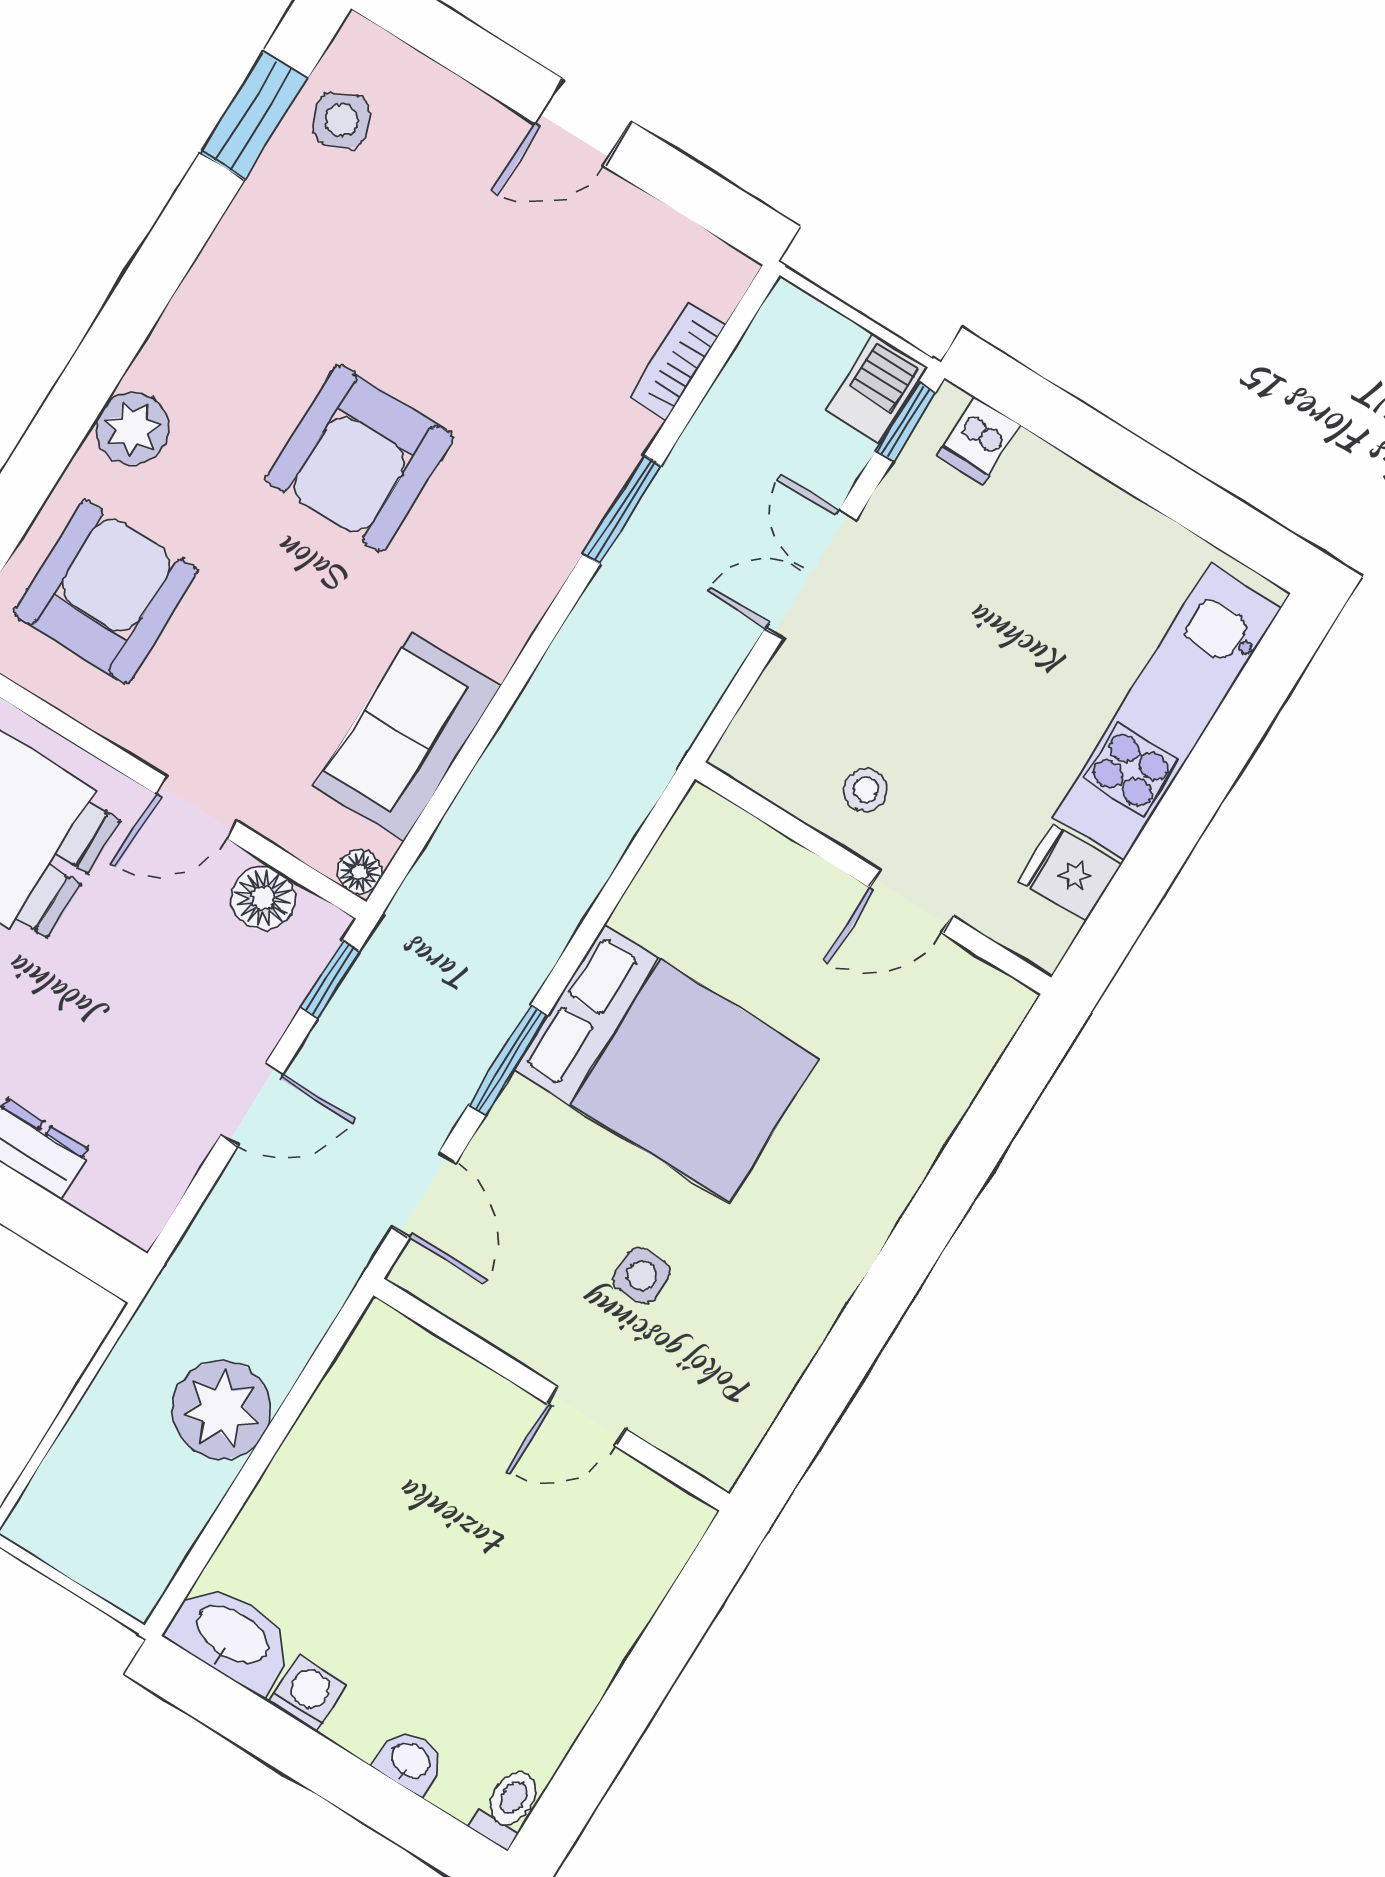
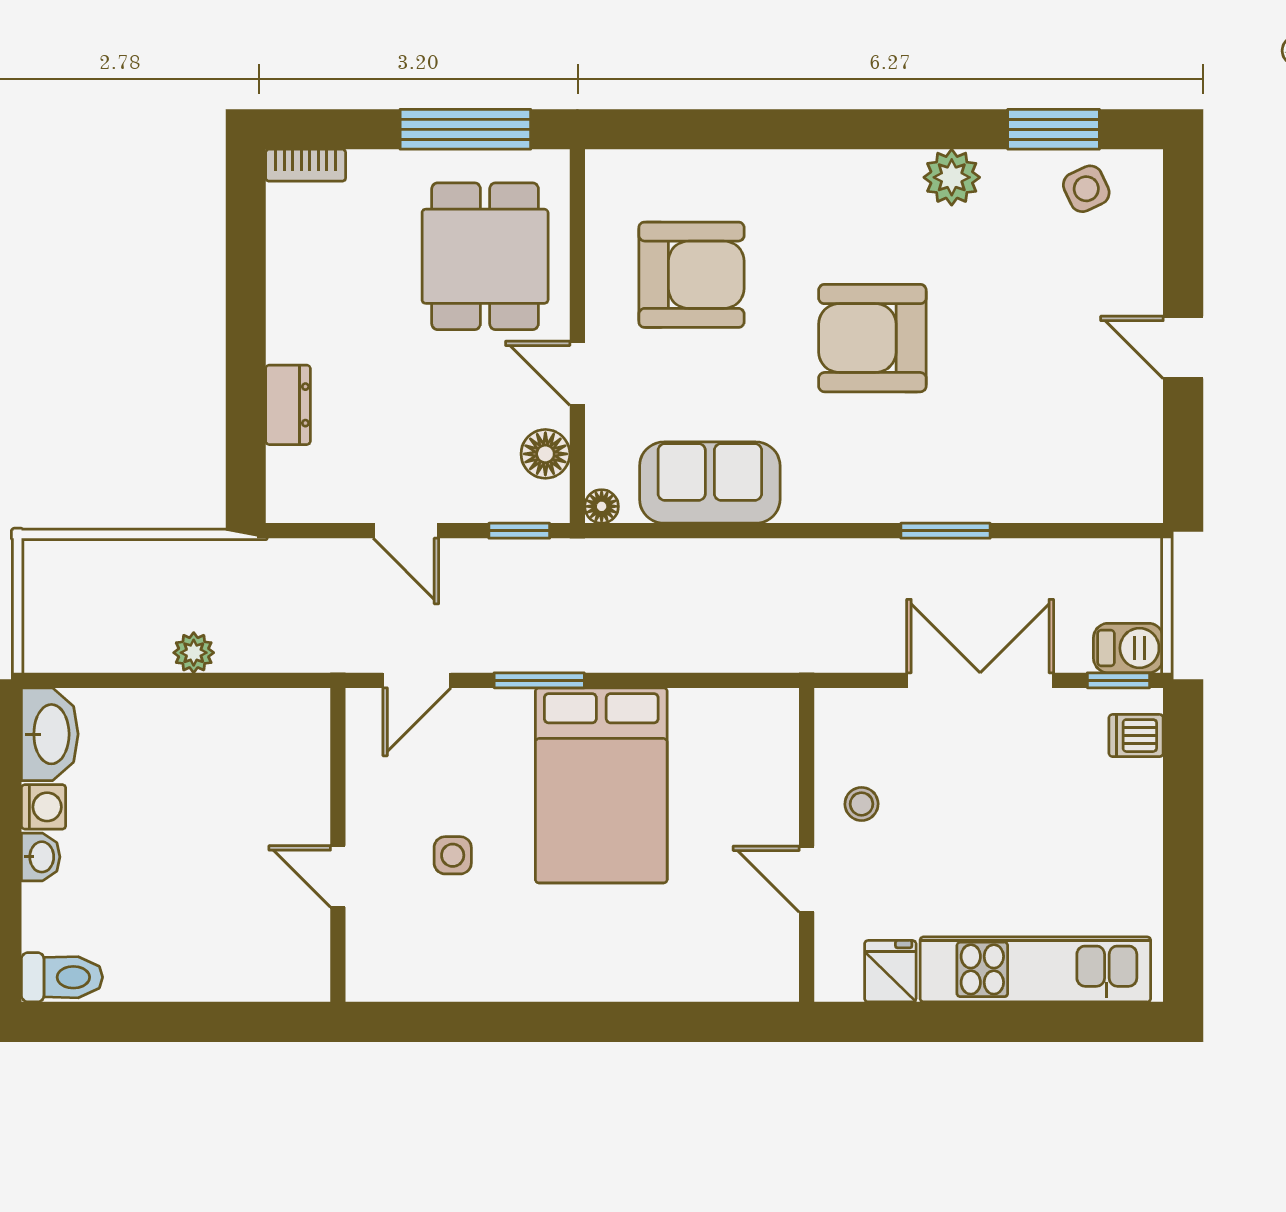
bookcase: (677, 361) -> (1065, 506), removed
plant: (132, 429) -> (952, 177), moved
double door: (811, 574) -> (980, 680), width x1.37
armchair: (106, 592) -> (691, 275), moved
plant: (221, 1410) -> (194, 653), width x0.53, depth x0.53
washbasin: (410, 1761) -> (41, 857), moved
toilet: (508, 1807) -> (62, 977), width x1.37, depth x1.39

